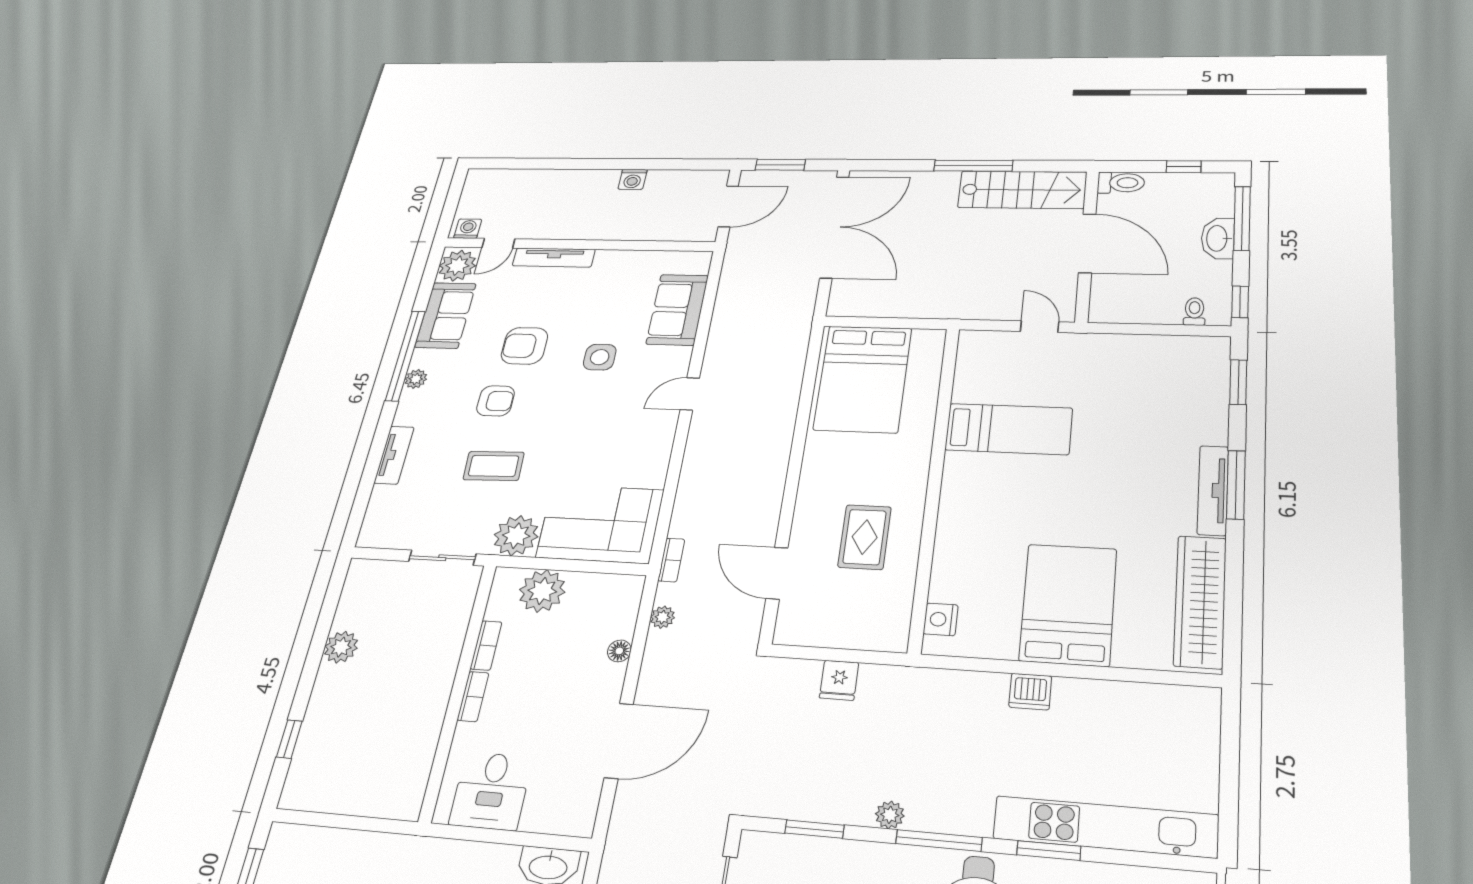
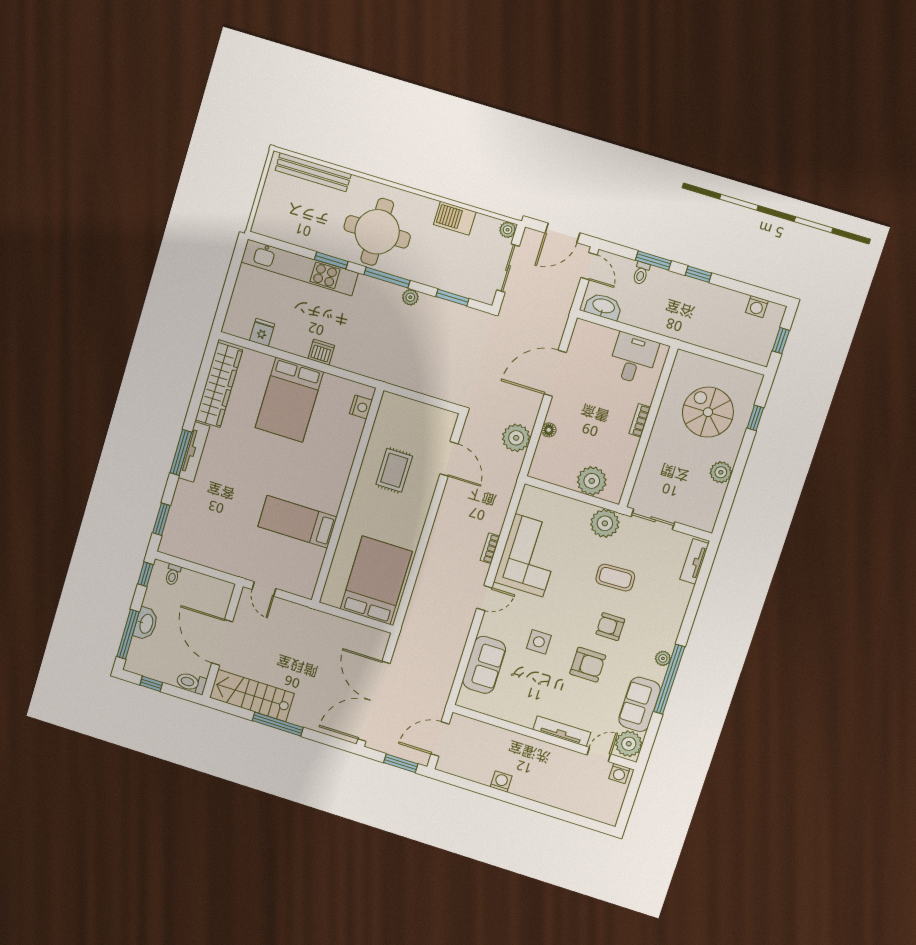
tv unit: (394, 455) -> (694, 561), moved
corner sofa: (600, 524) -> (529, 555), moved, turned -90
bookcase: (671, 560) -> (490, 548), moved
plant: (663, 617) -> (516, 438), width x1.87, depth x1.87
bookcase: (486, 645) -> (629, 452), removed
fridge: (839, 680) -> (262, 332), moved
spiral stairs: (365, 732) -> (708, 412), added

